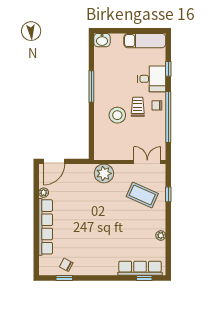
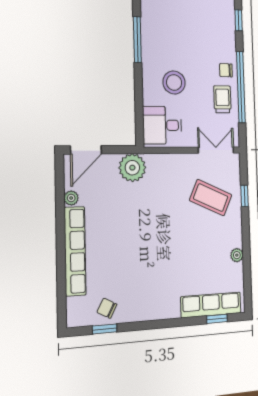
desk: (152, 79) -> (162, 125), moved, turned 180
trolley: (138, 107) -> (222, 99), moved
plant: (104, 173) -> (132, 168), moved

